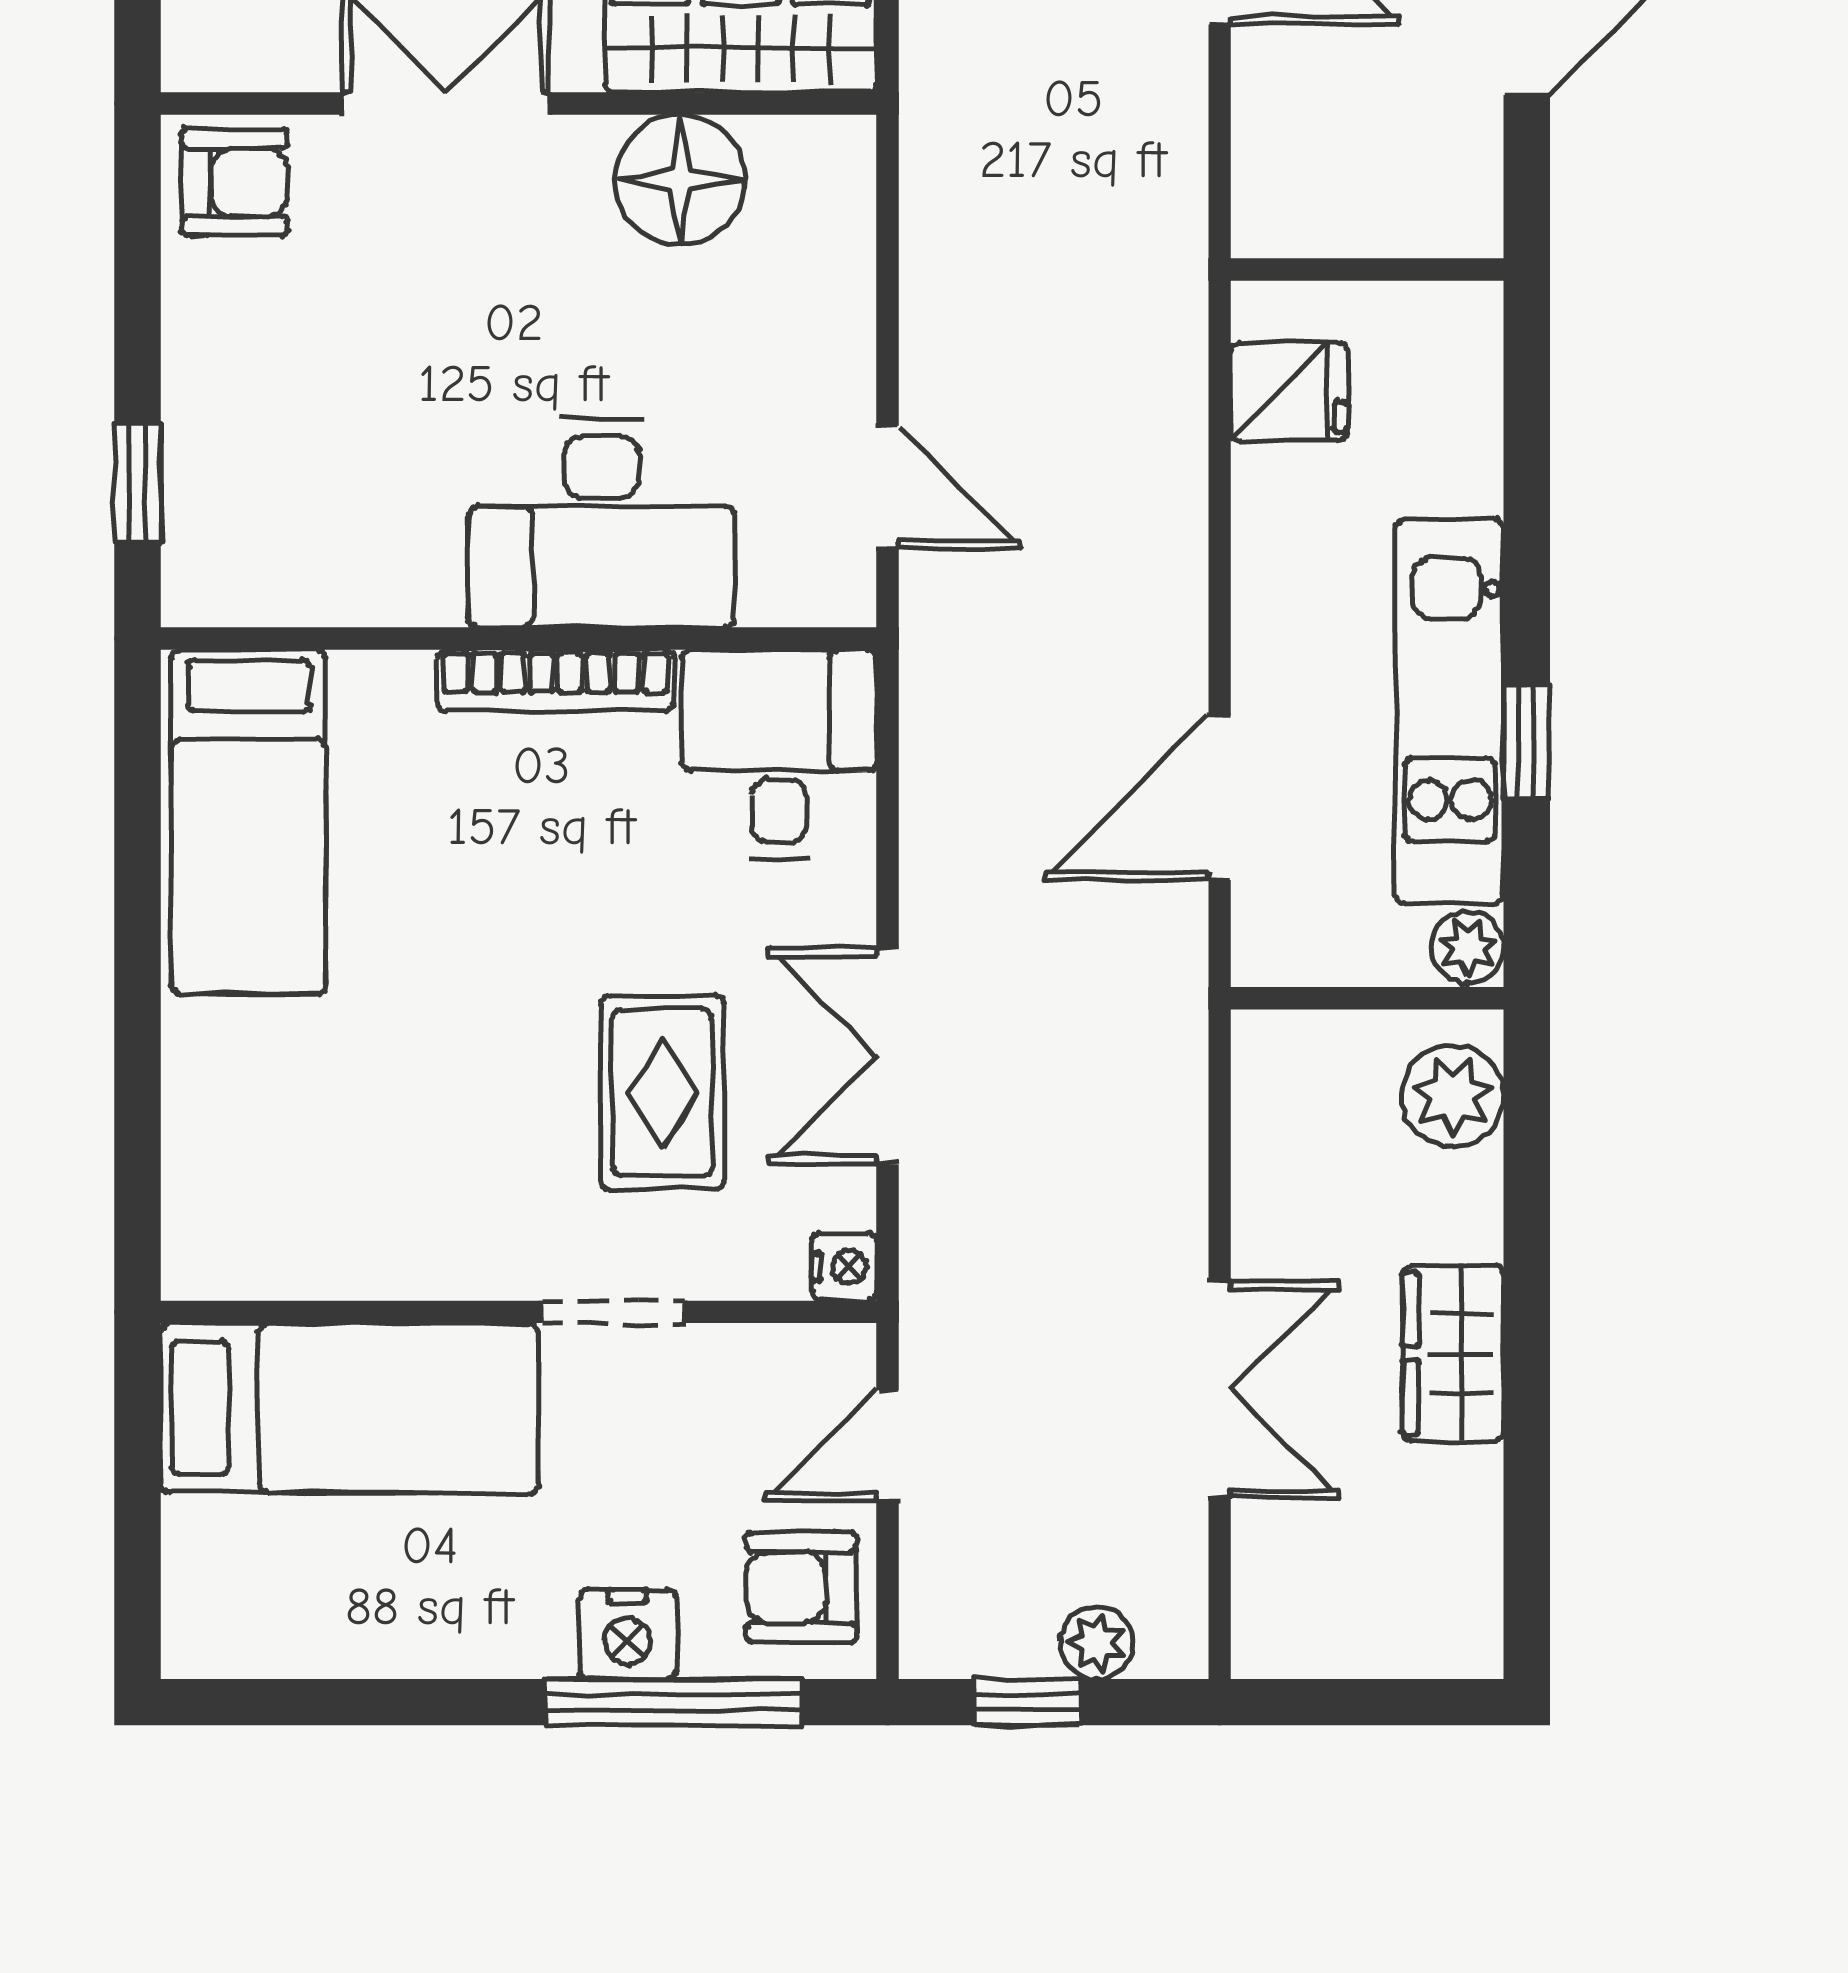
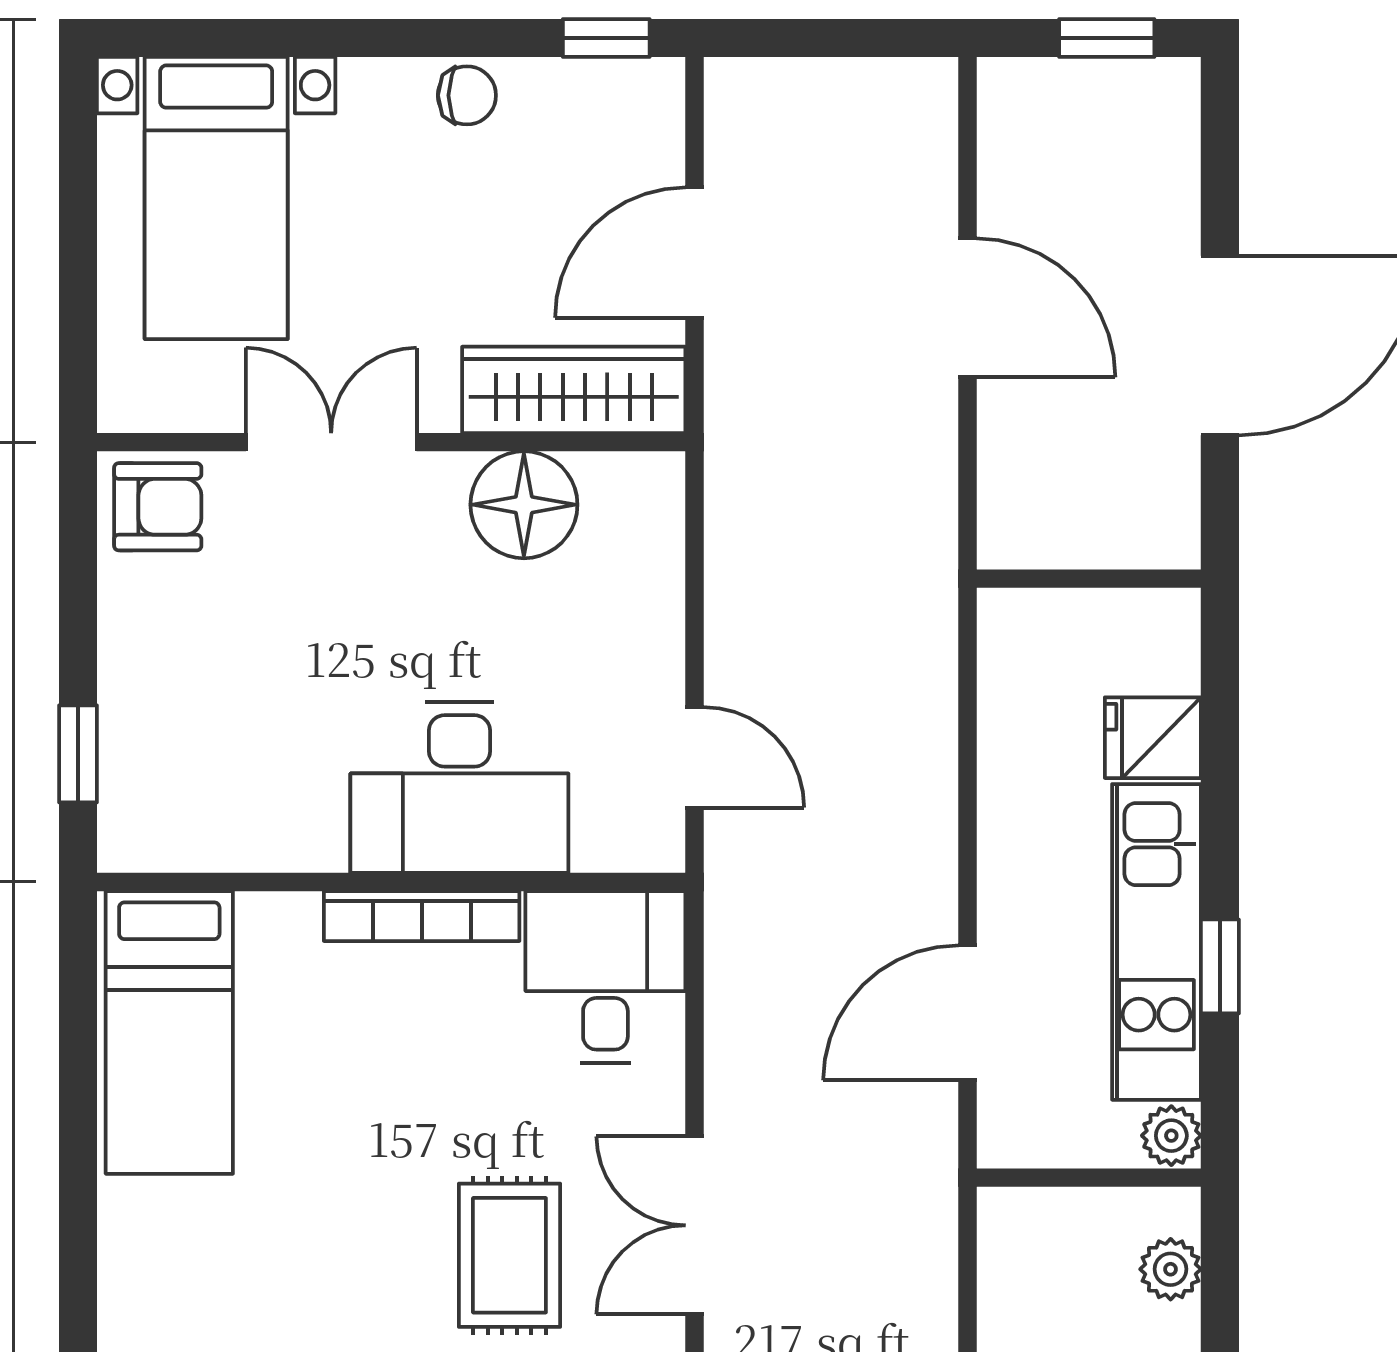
fridge: (1289, 391) -> (1153, 738), moved, turned 180
plant: (1453, 1096) -> (1171, 1269), width x0.73, depth x0.73

